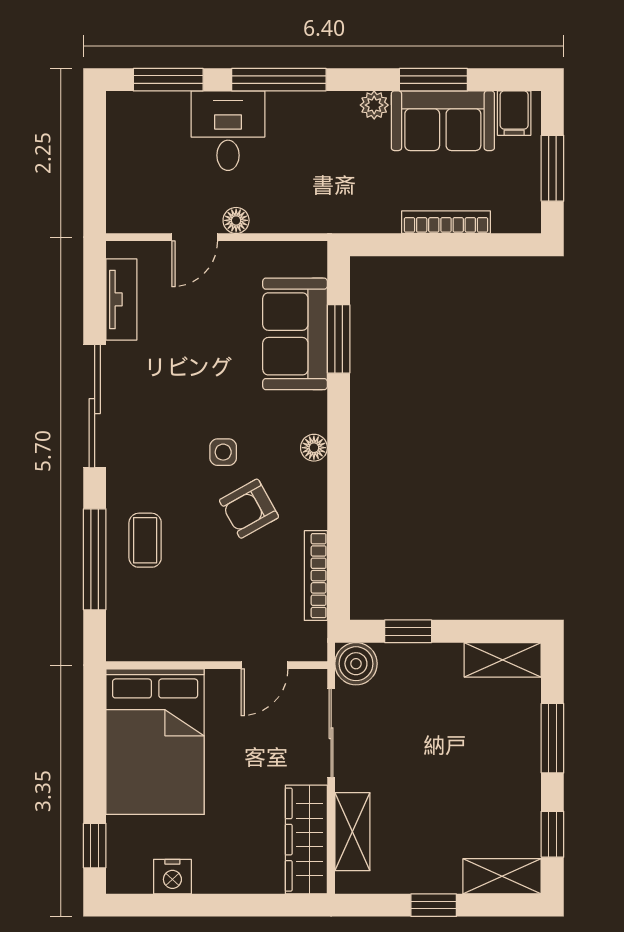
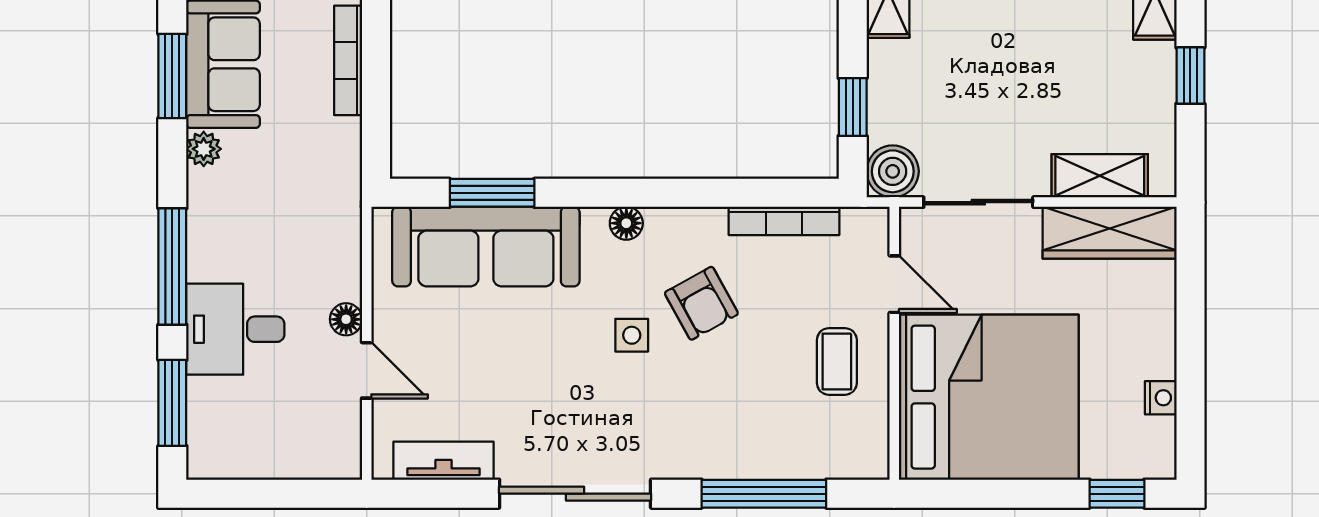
sofa: (295, 334) -> (486, 247), width x1.36
coffee table: (145, 540) -> (837, 361), moved, turned 90
bed: (155, 742) -> (989, 397), width x1.36
nightstand: (172, 877) -> (1161, 398), width x0.72, depth x0.74

